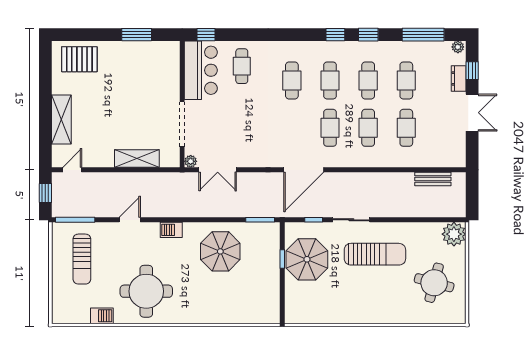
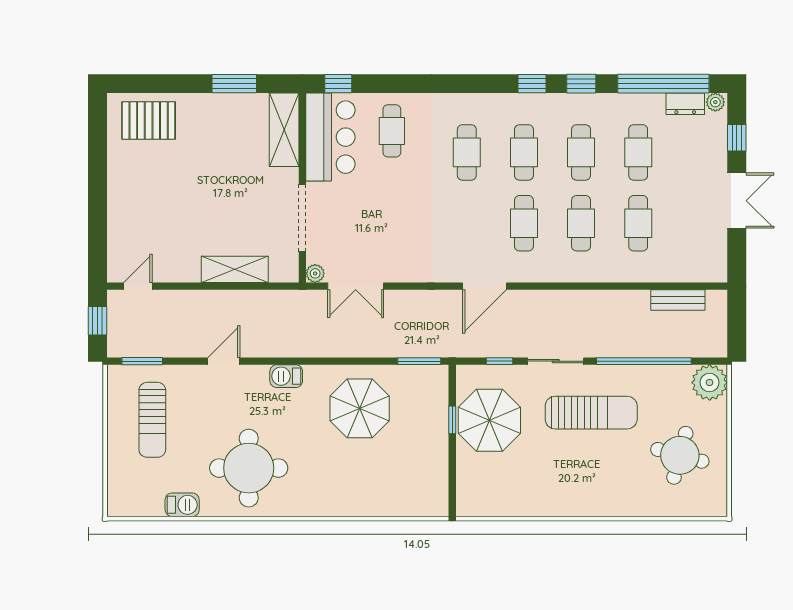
window: (423, 35) -> (663, 84), width x1.46
dresser: (459, 79) -> (685, 104), moved, turned -90
shelving: (61, 120) -> (284, 130), moved
door: (304, 170) -> (484, 286), width x0.73
window: (75, 220) -> (142, 361), width x0.69
window: (410, 220) -> (644, 361), added

